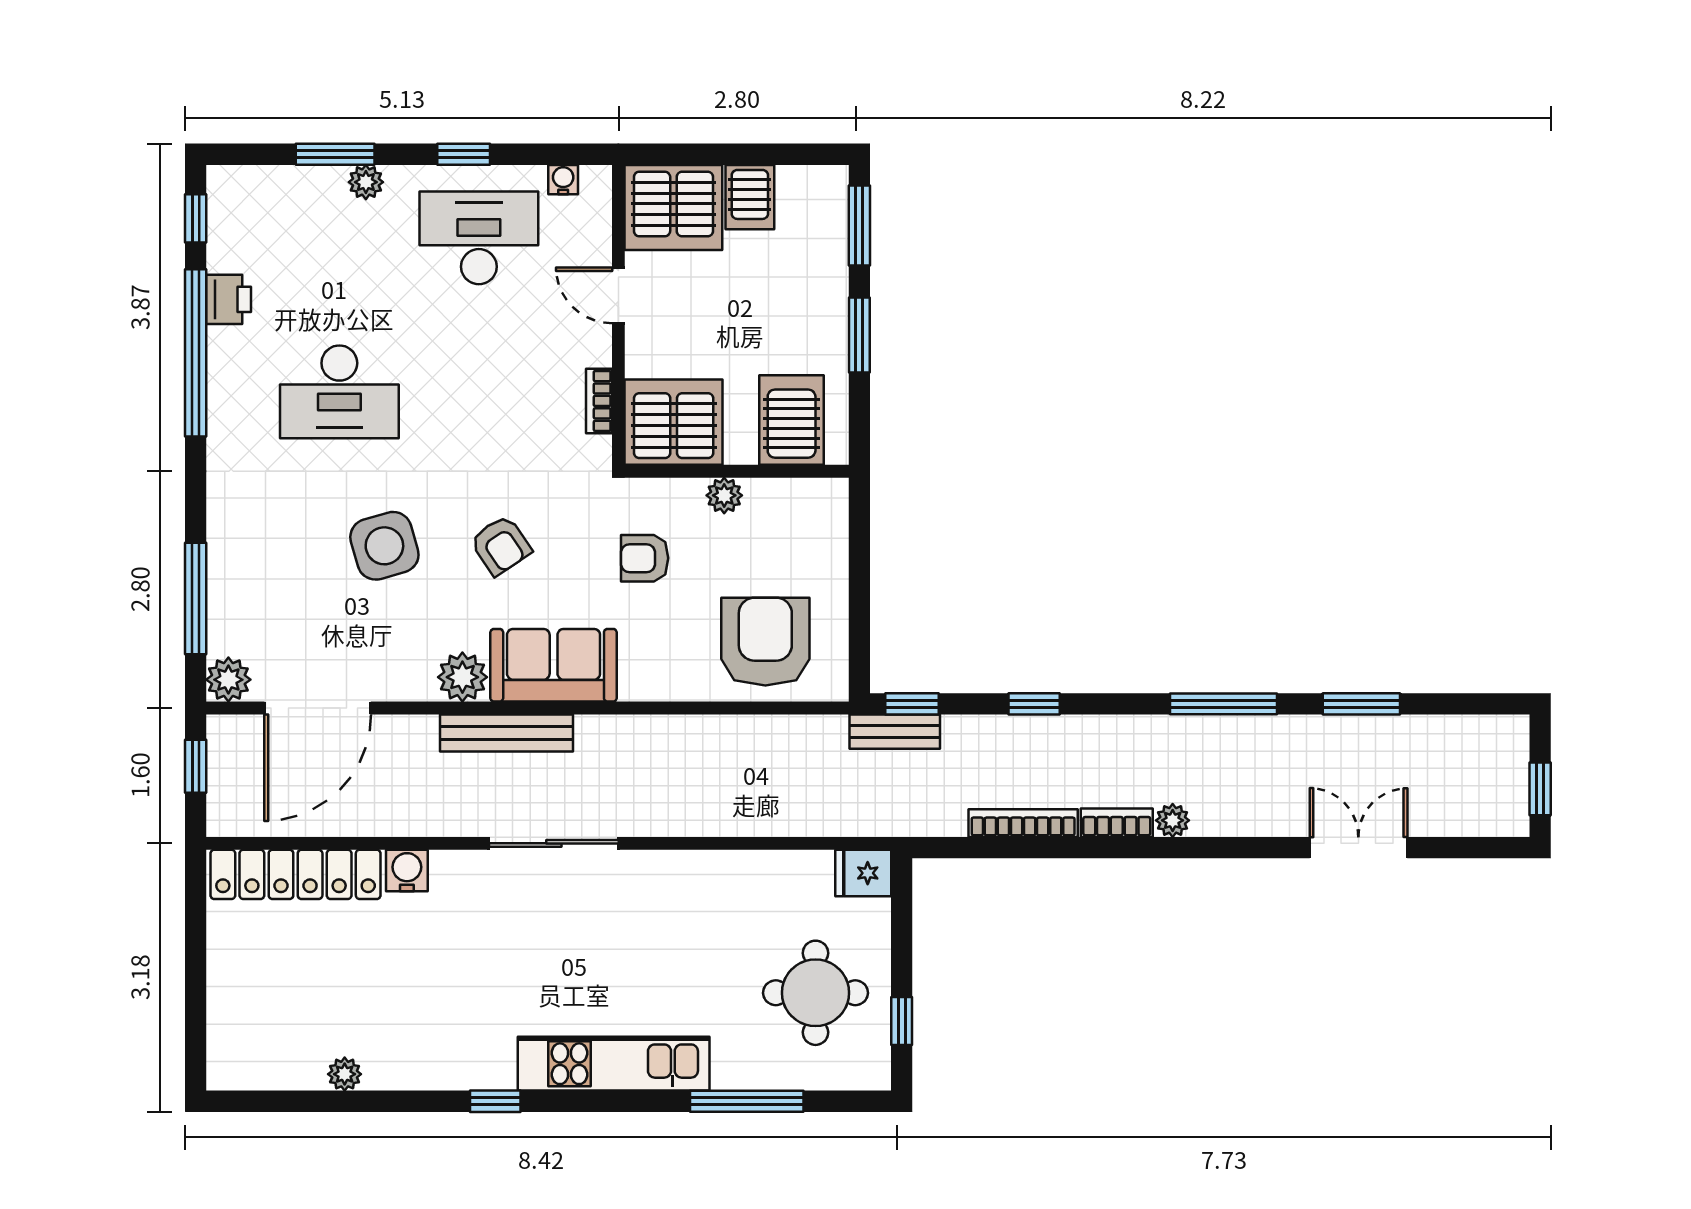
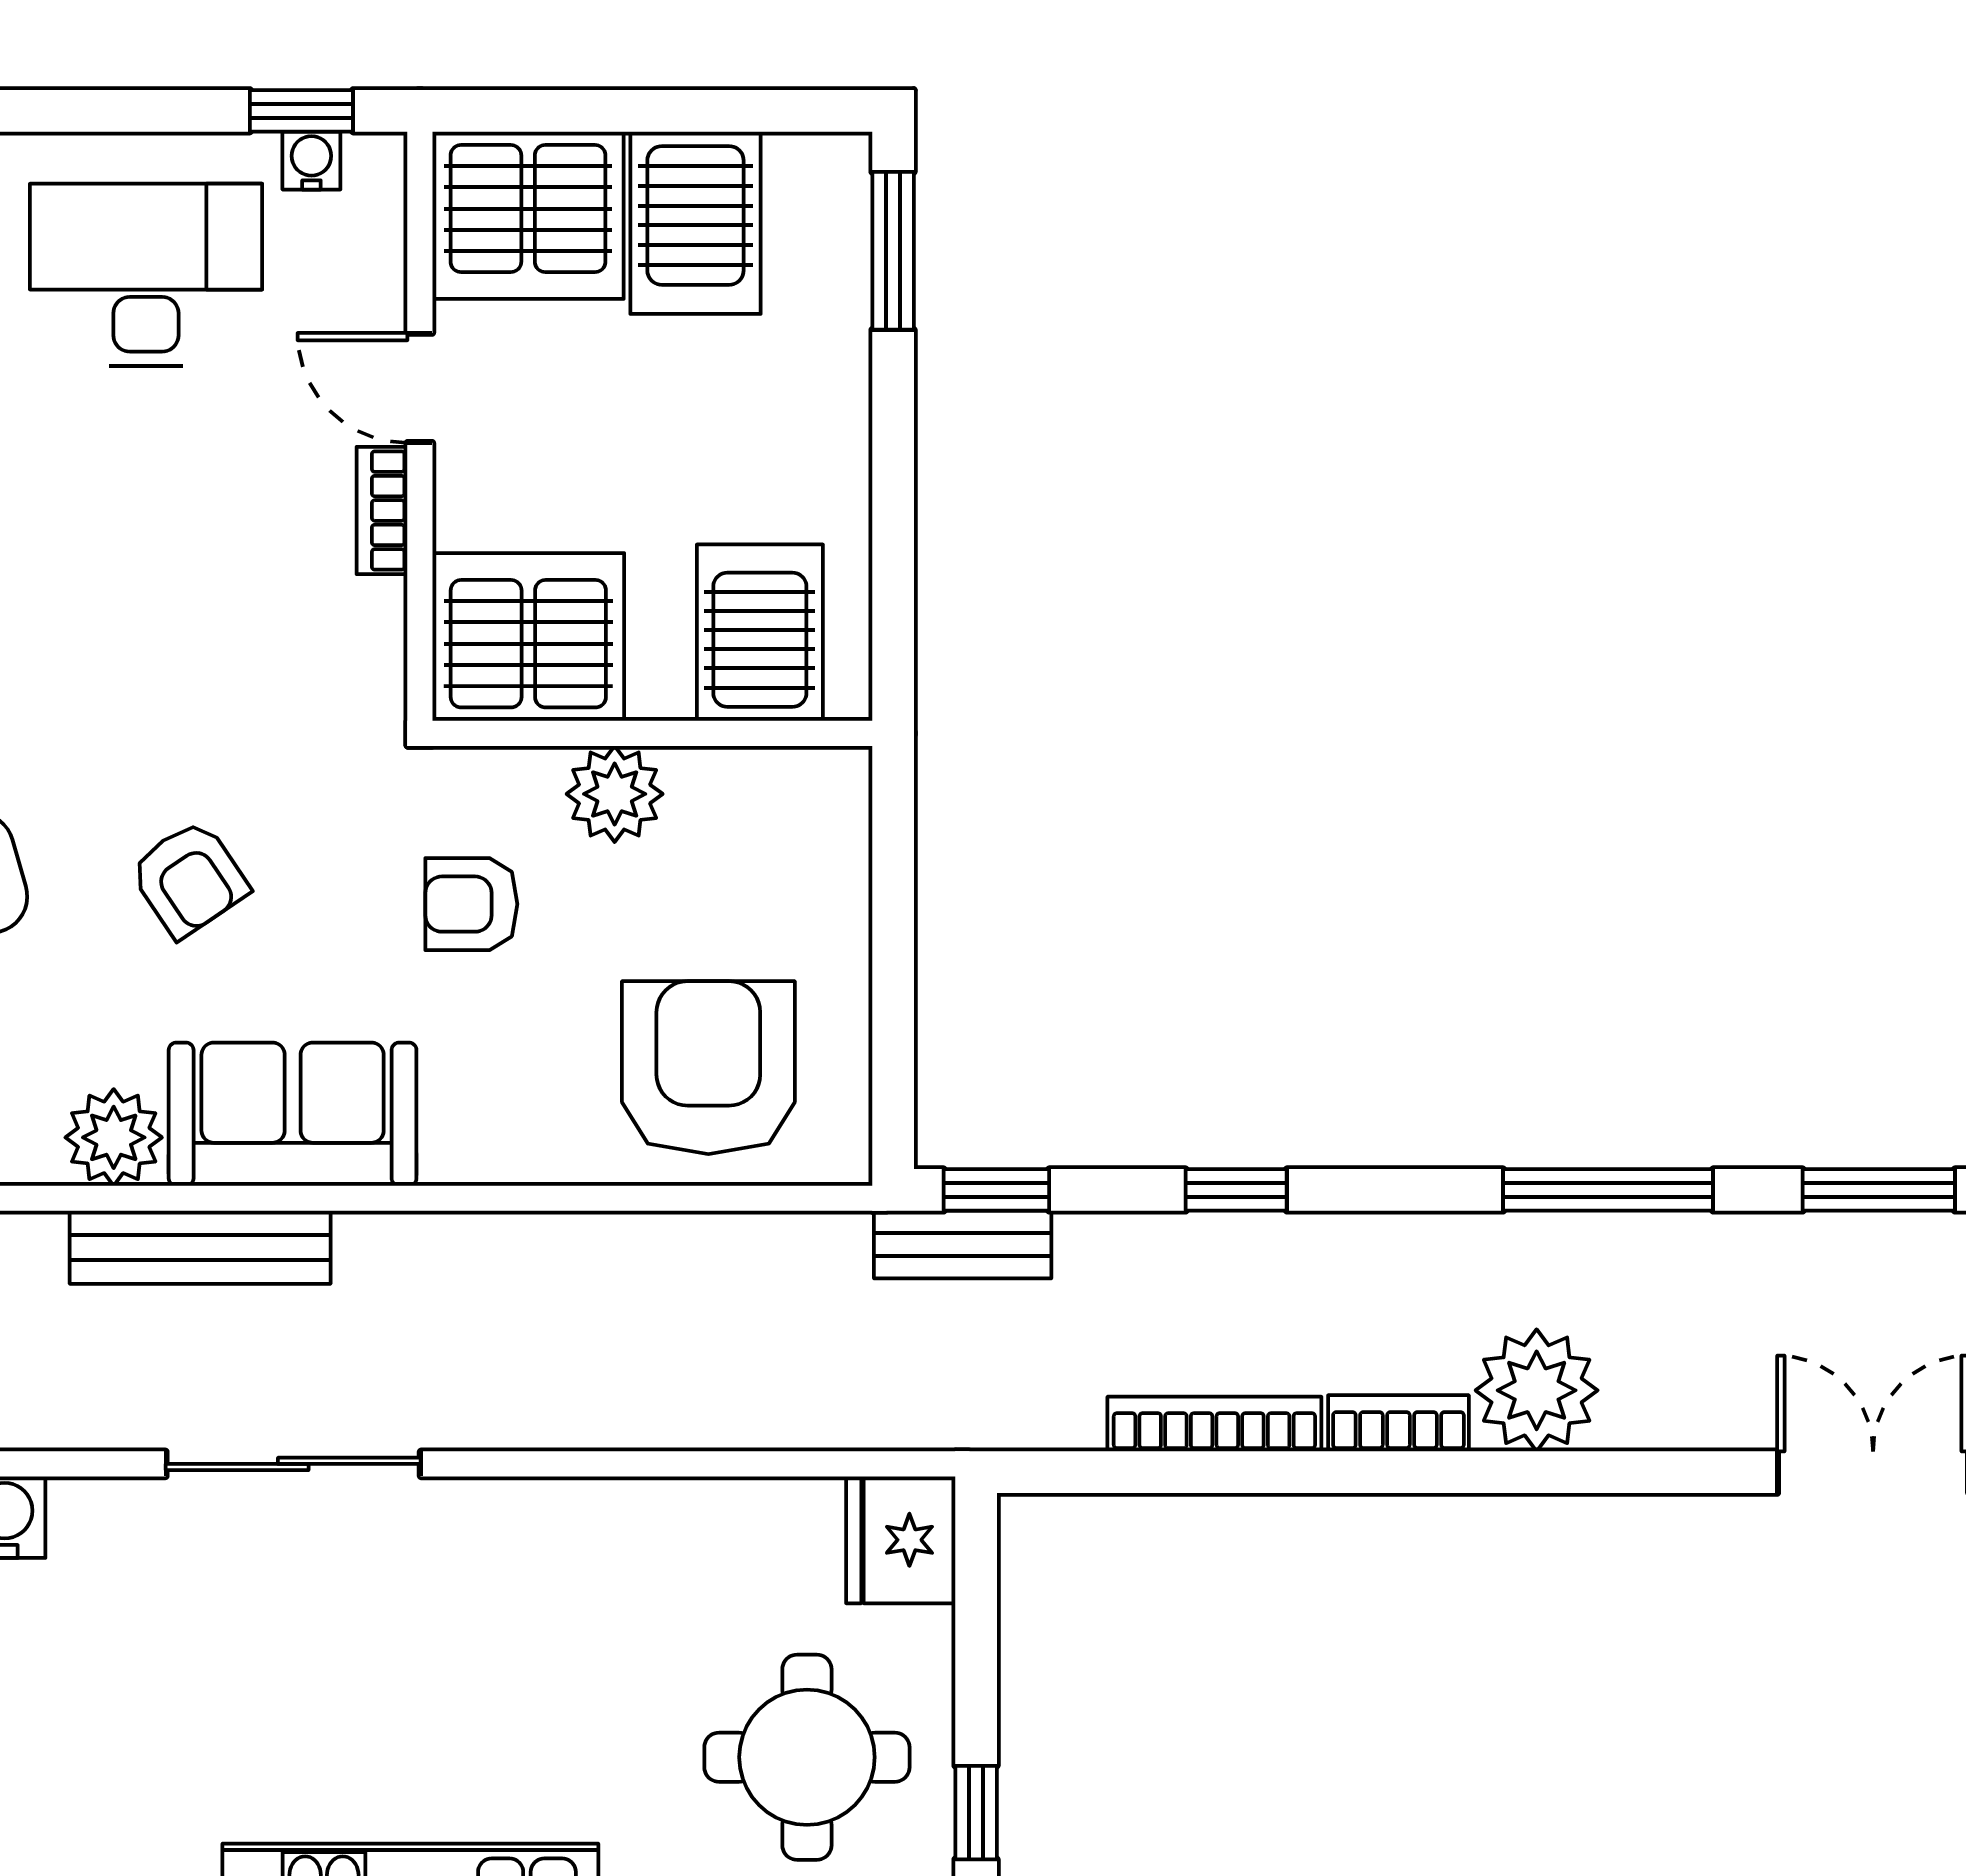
window: (464, 154) -> (301, 111), moved
server rack: (750, 197) -> (695, 223), width x1.36, depth x1.44
window: (859, 335) -> (893, 466), removed
bookcase: (599, 401) -> (382, 510), moved
plant: (724, 495) -> (615, 794), width x1.38, depth x1.38
plant: (1173, 820) -> (1537, 1390), width x1.88, depth x1.88
fridge: (863, 873) -> (901, 1540), width x1.38

